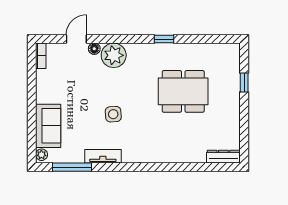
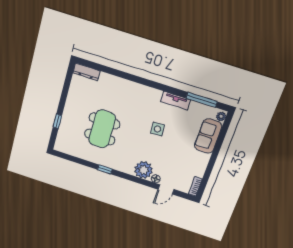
dining table: (183, 91) -> (102, 129), turned 90

